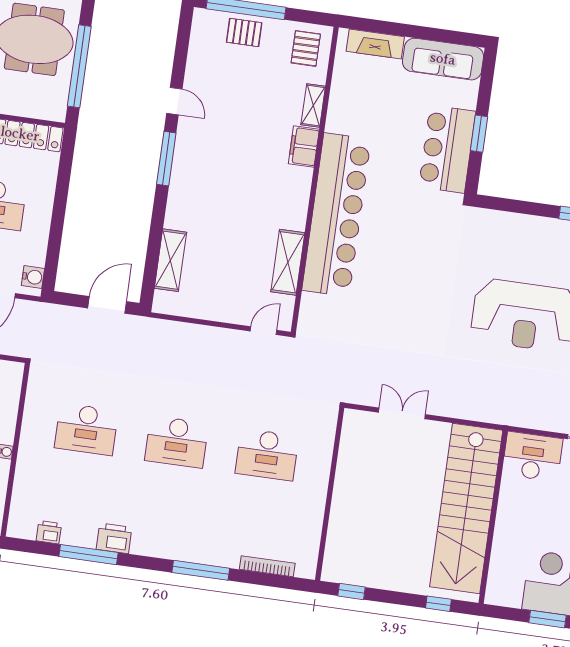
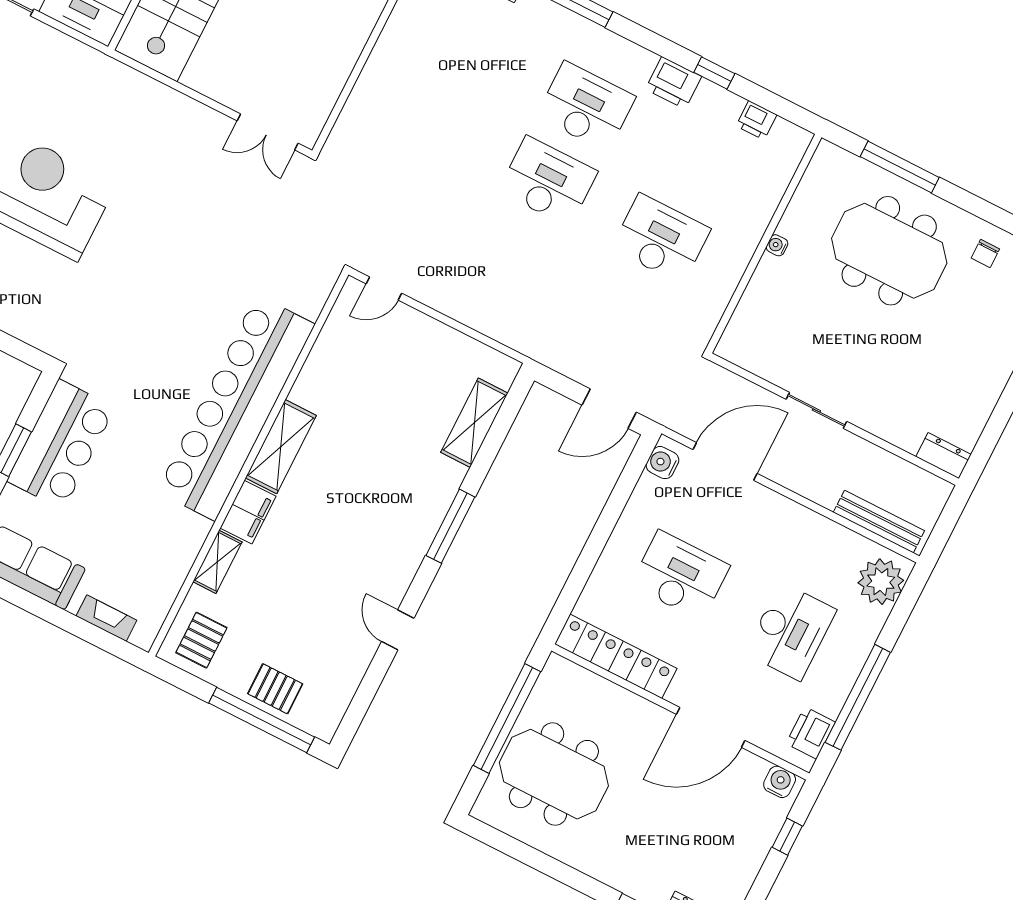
fireplace: (375, 44) -> (106, 618), width x0.73, depth x0.76
window: (166, 159) -> (450, 526), moved
shelving: (288, 262) -> (281, 447), moved
door: (107, 305) -> (609, 409), moved
double door: (402, 413) -> (268, 132), moved
desk: (267, 455) -> (586, 107), moved
window: (89, 555) -> (714, 73), width x0.46

